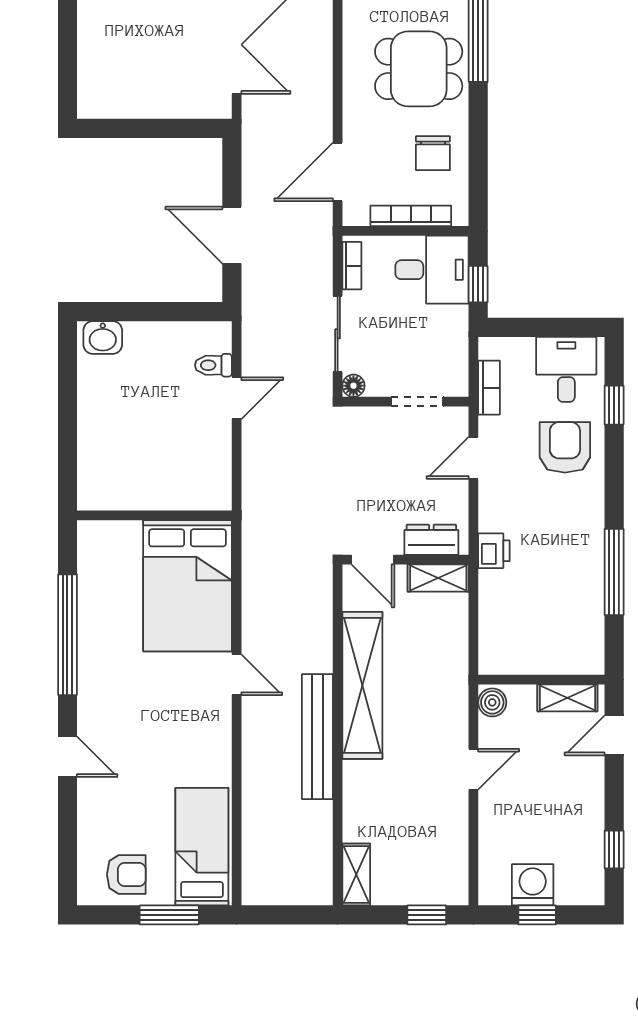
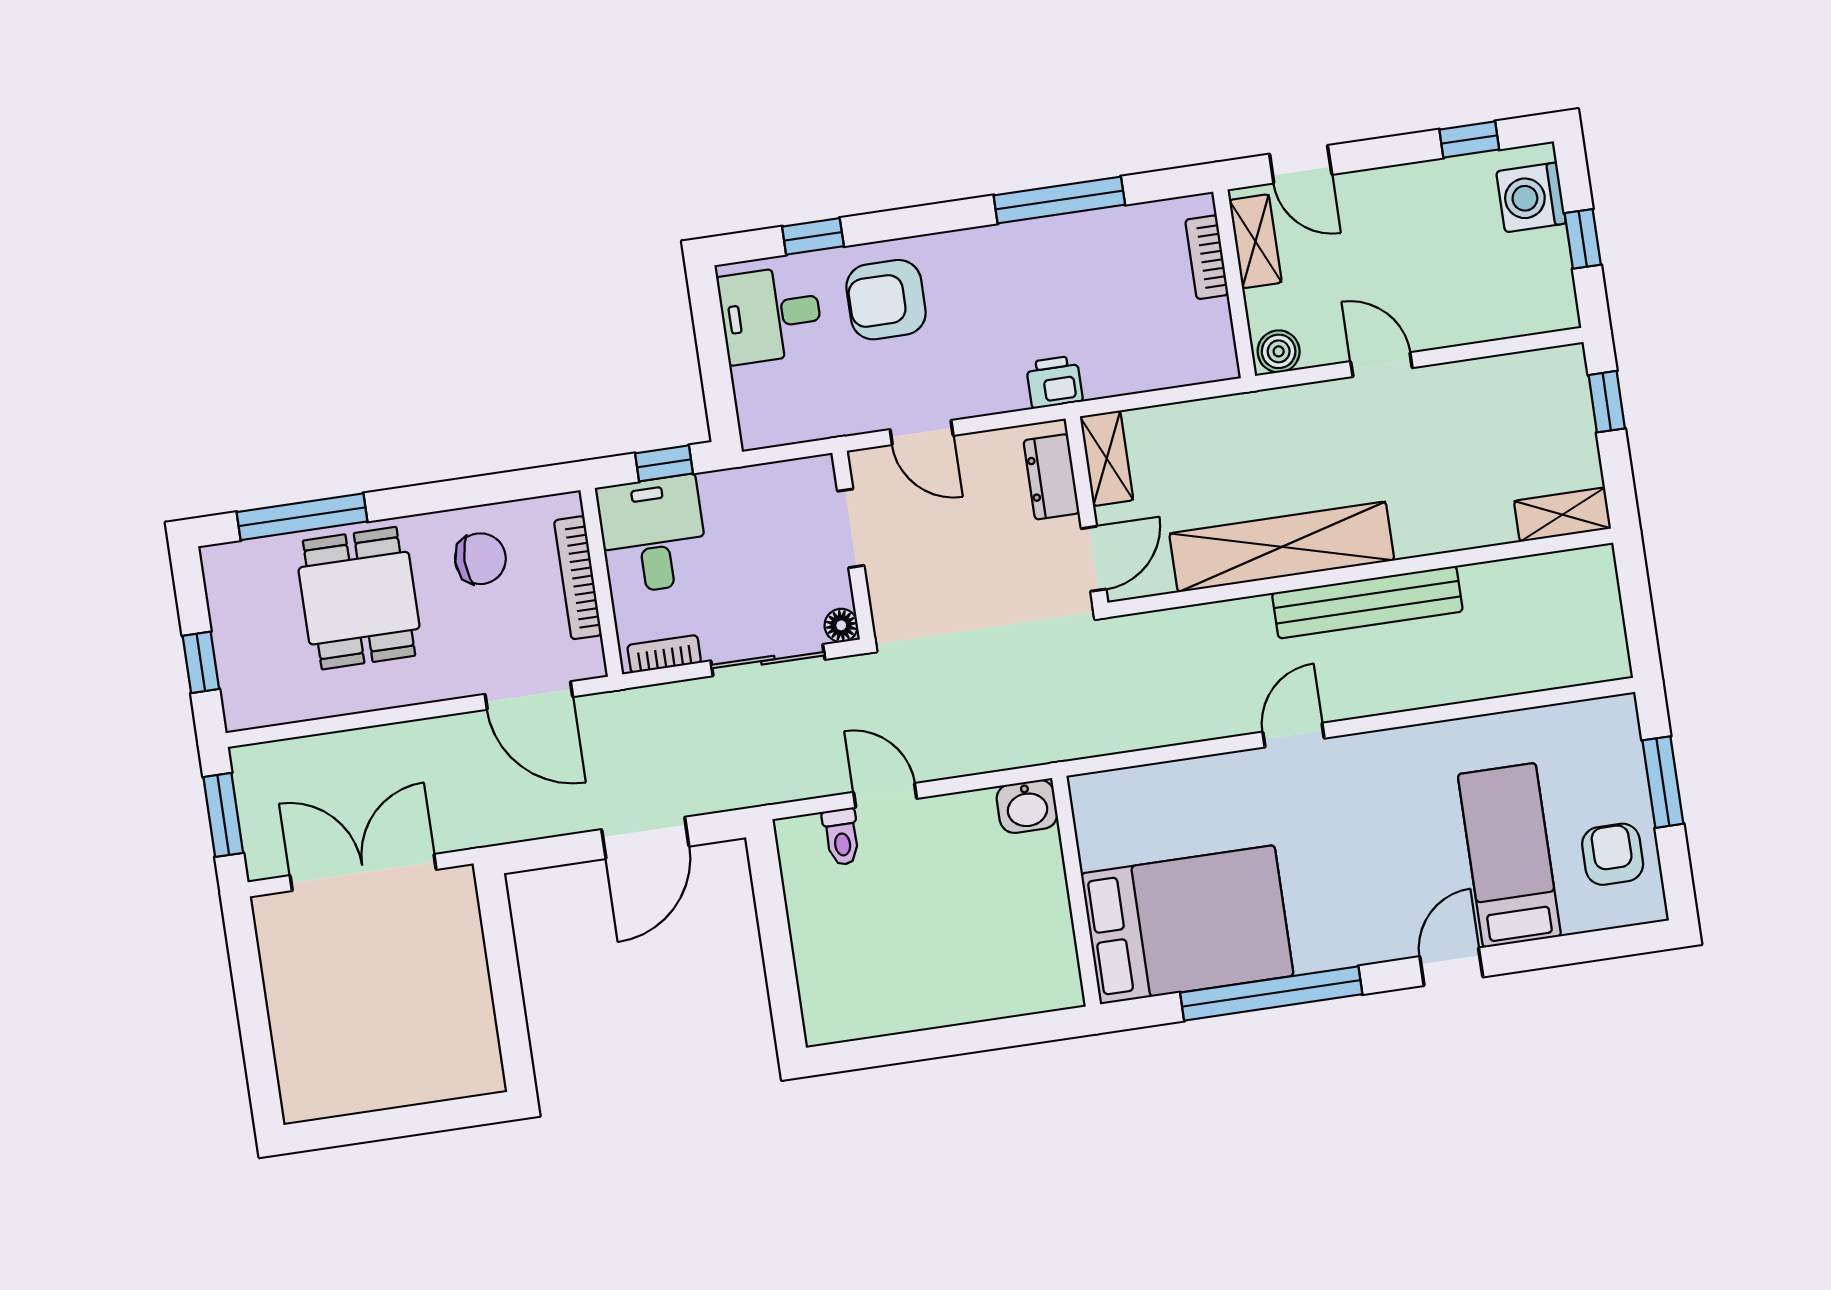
washbasin: (103, 337) -> (1027, 806), moved, turned 90
bookcase: (489, 388) -> (1207, 257), moved, turned -90
bed: (187, 586) -> (1187, 925), moved
bed: (202, 847) -> (1509, 855), moved, turned 90
washing machine: (533, 885) -> (1531, 197), moved

